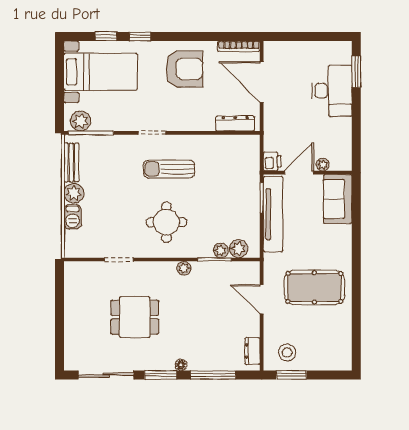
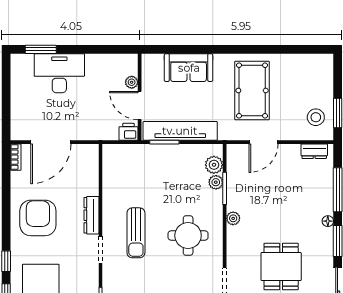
bookcase: (239, 46) -> (16, 157), width x0.64
dresser: (235, 124) -> (91, 215), moved
sofa: (338, 199) -> (189, 68), moved

